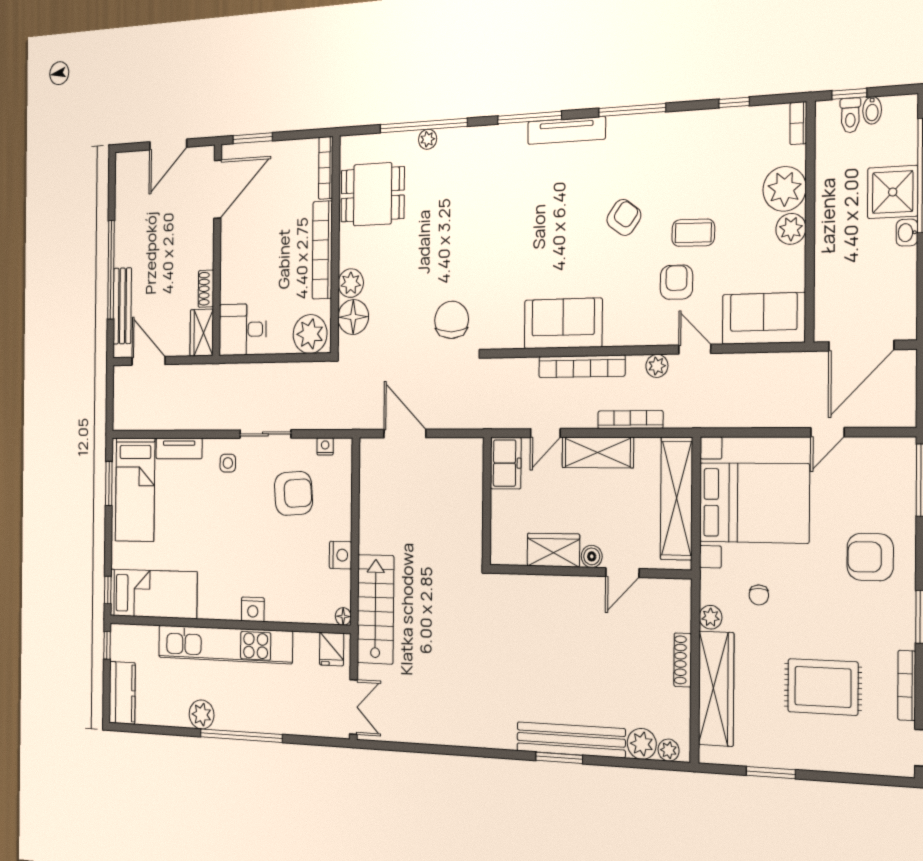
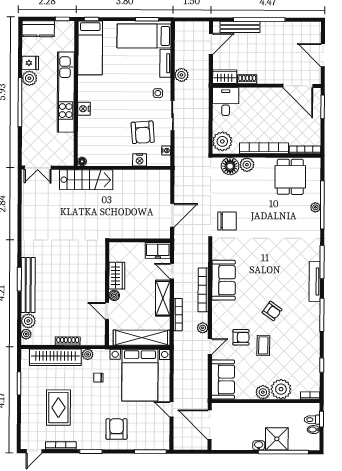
plant: (198, 417) -> (181, 75), added
door: (405, 434) -> (172, 215), moved
nightstand: (340, 555) -> (140, 160), moved
fridge: (332, 649) -> (30, 63), moved, turned 180

